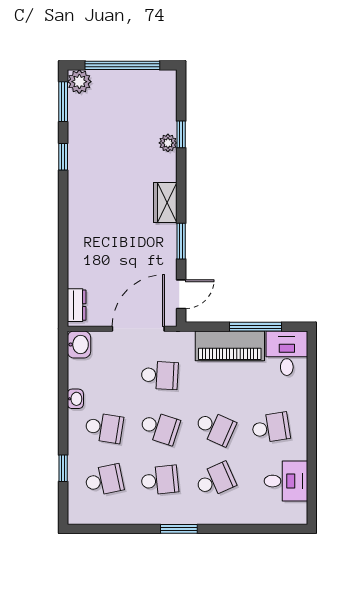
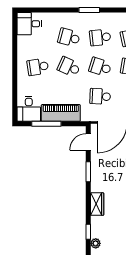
plant: (168, 143) -> (96, 243), moved
wardrobe: (165, 202) -> (97, 204), moved
school desk: (215, 480) -> (69, 37), turned 39
desk: (286, 481) -> (29, 24), moved

